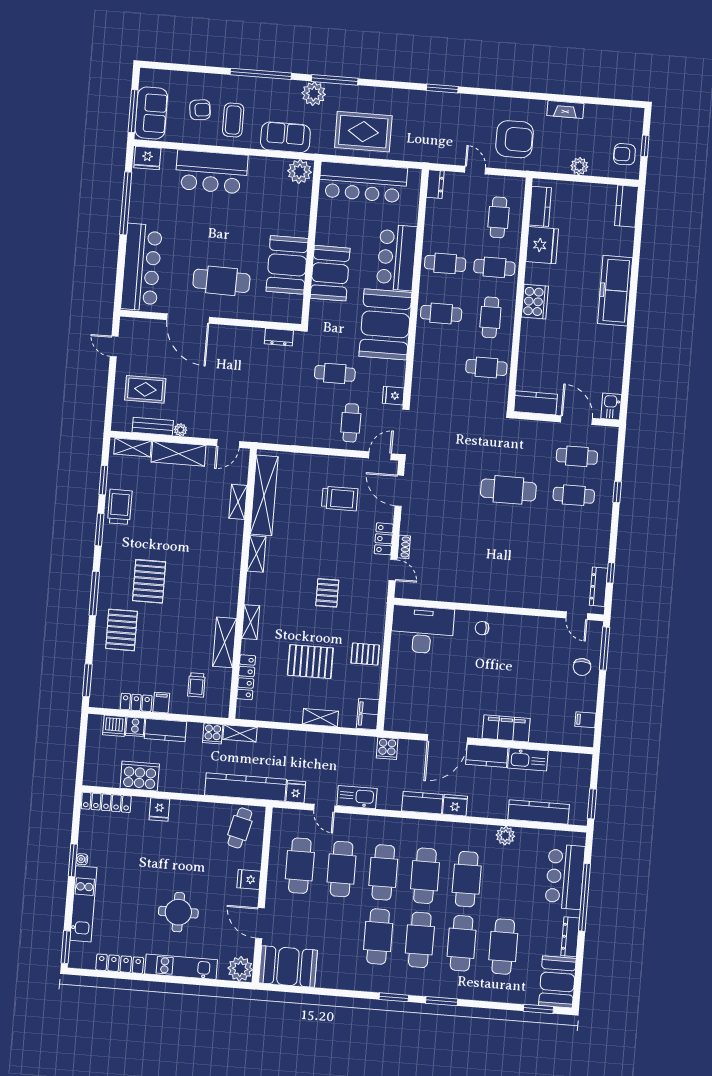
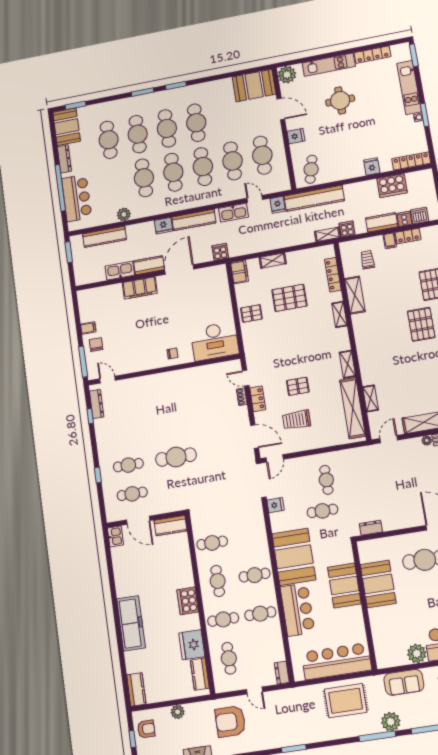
plant: (300, 172) -> (417, 654), moved
cafe table: (351, 423) -> (326, 480), moved
pallet: (327, 593) -> (298, 386), moved, turned 90
filing cabinet: (585, 720) -> (88, 328), moved
kitchen counter: (422, 803) -> (194, 220), width x1.50

